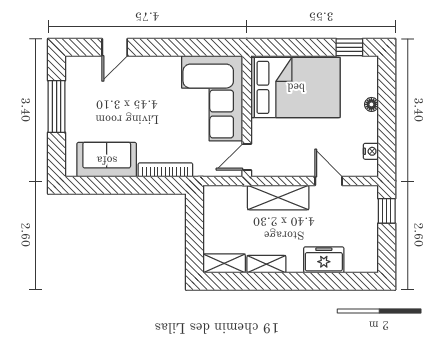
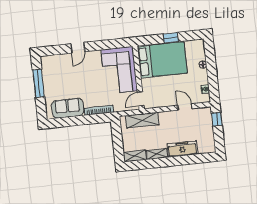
door: (115, 47) -> (78, 48), moved
window: (349, 47) -> (171, 38), moved
shelving: (278, 197) -> (142, 120), moved
freezer: (324, 260) -> (182, 149), width x1.40

